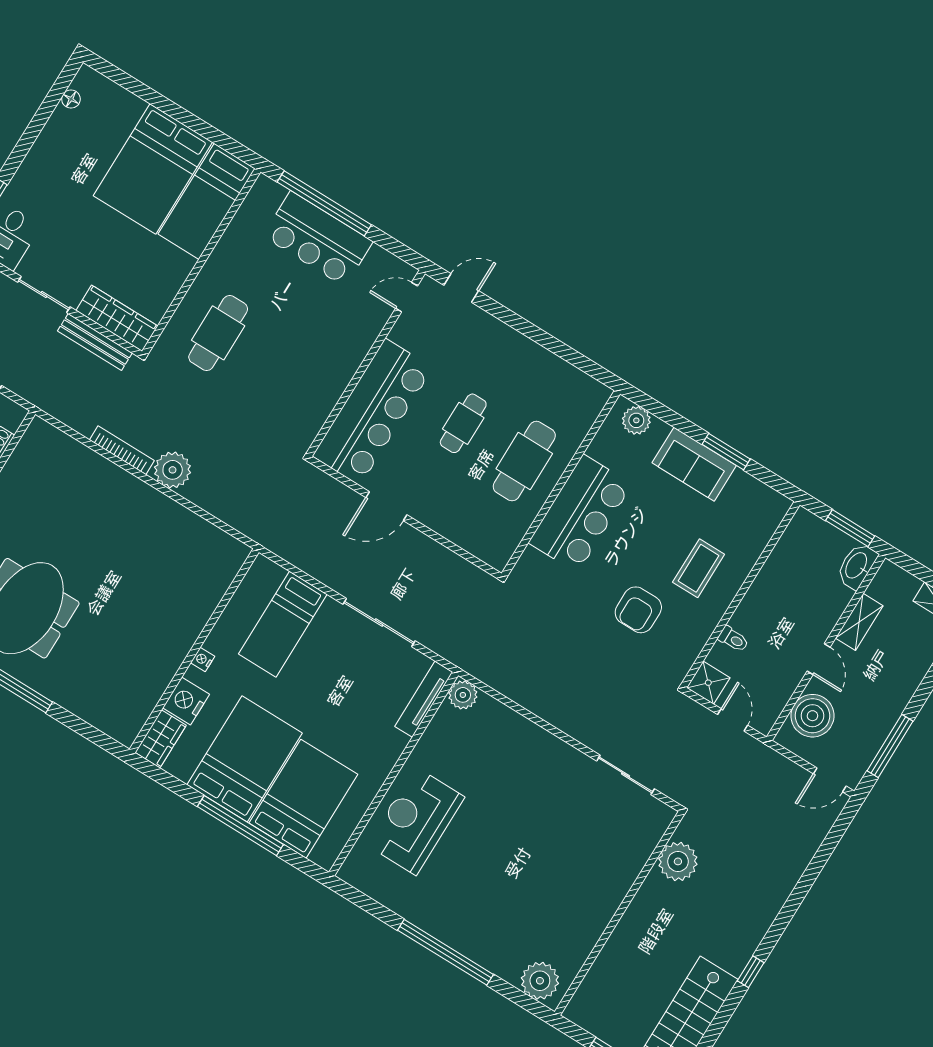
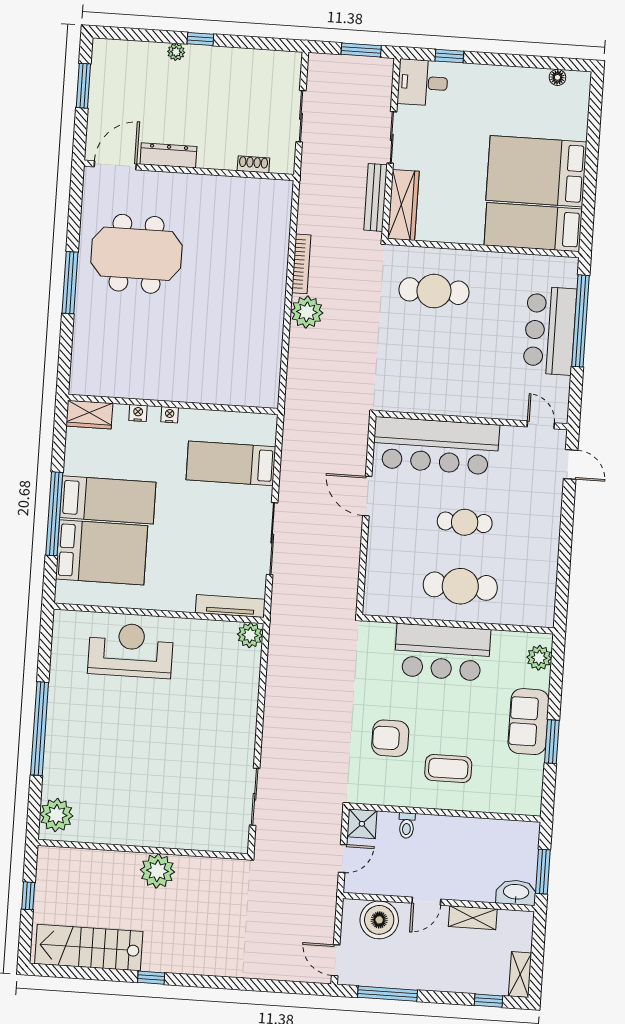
nightstand: (186, 701) -> (138, 413), width x0.53, depth x0.56
bed: (245, 759) -> (108, 500), width x0.67
plant: (678, 861) -> (157, 871), moved

